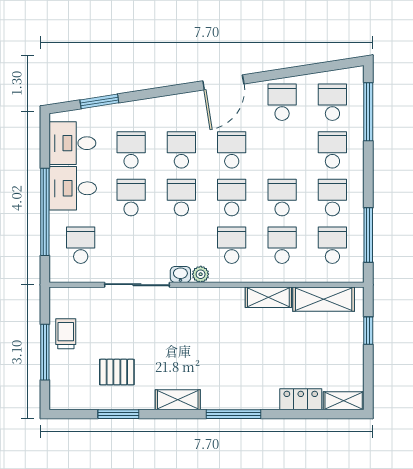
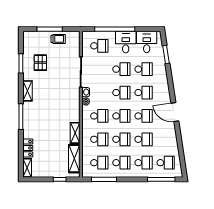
school desk: (282, 102) -> (144, 139), moved

